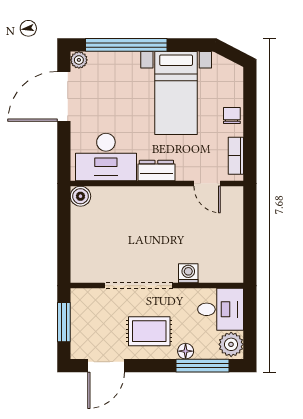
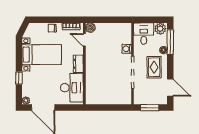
window: (126, 45) -> (19, 78), width x0.32
door: (207, 184) -> (84, 40), swing flipped
boiler: (80, 196) -> (90, 28), moved

